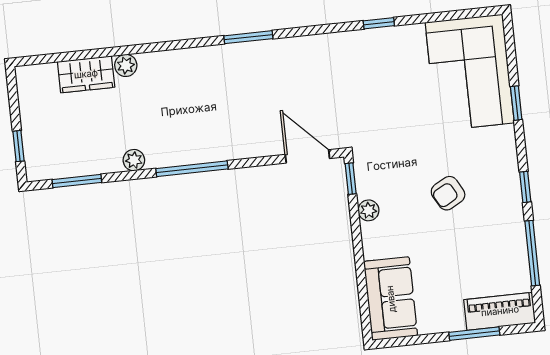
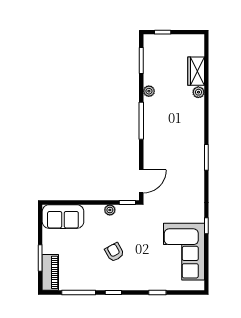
corner sofa: (470, 73) -> (184, 252), moved, turned -90

